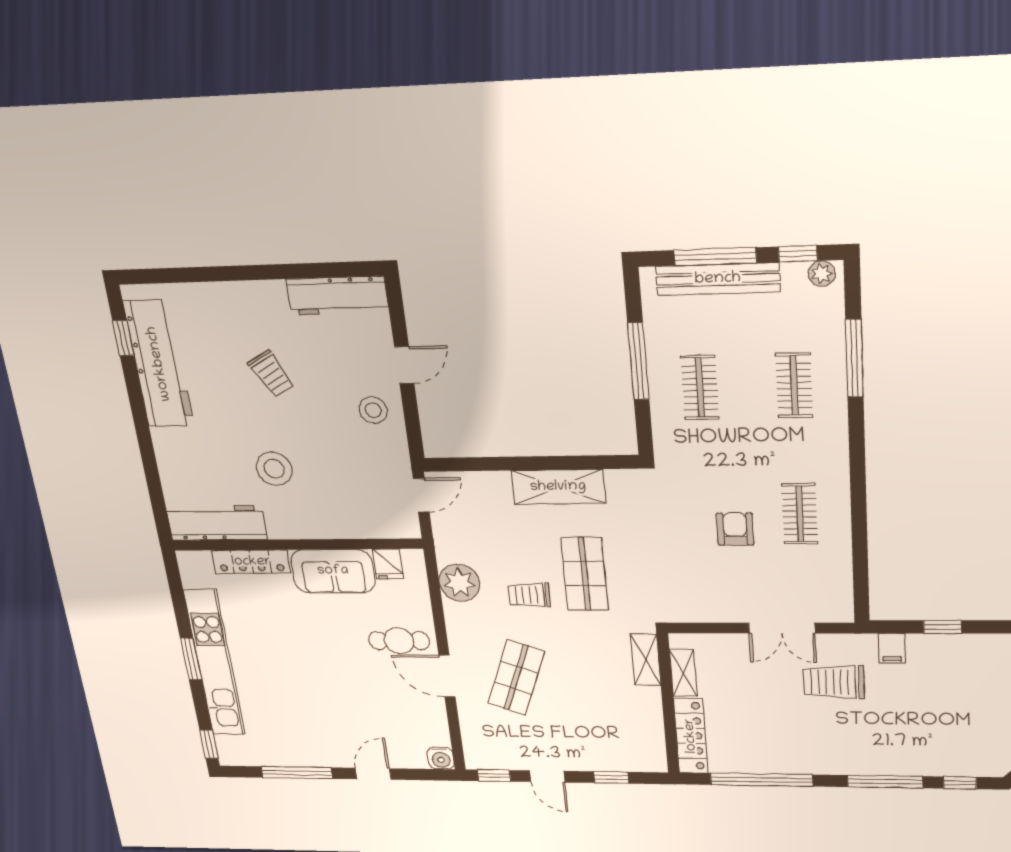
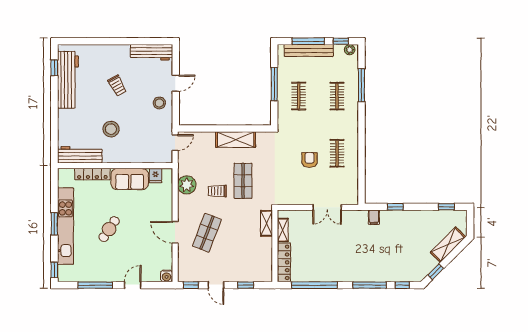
cafe table: (399, 641) -> (109, 229), moved, turned -56
trolley: (834, 682) -> (349, 234), removed

